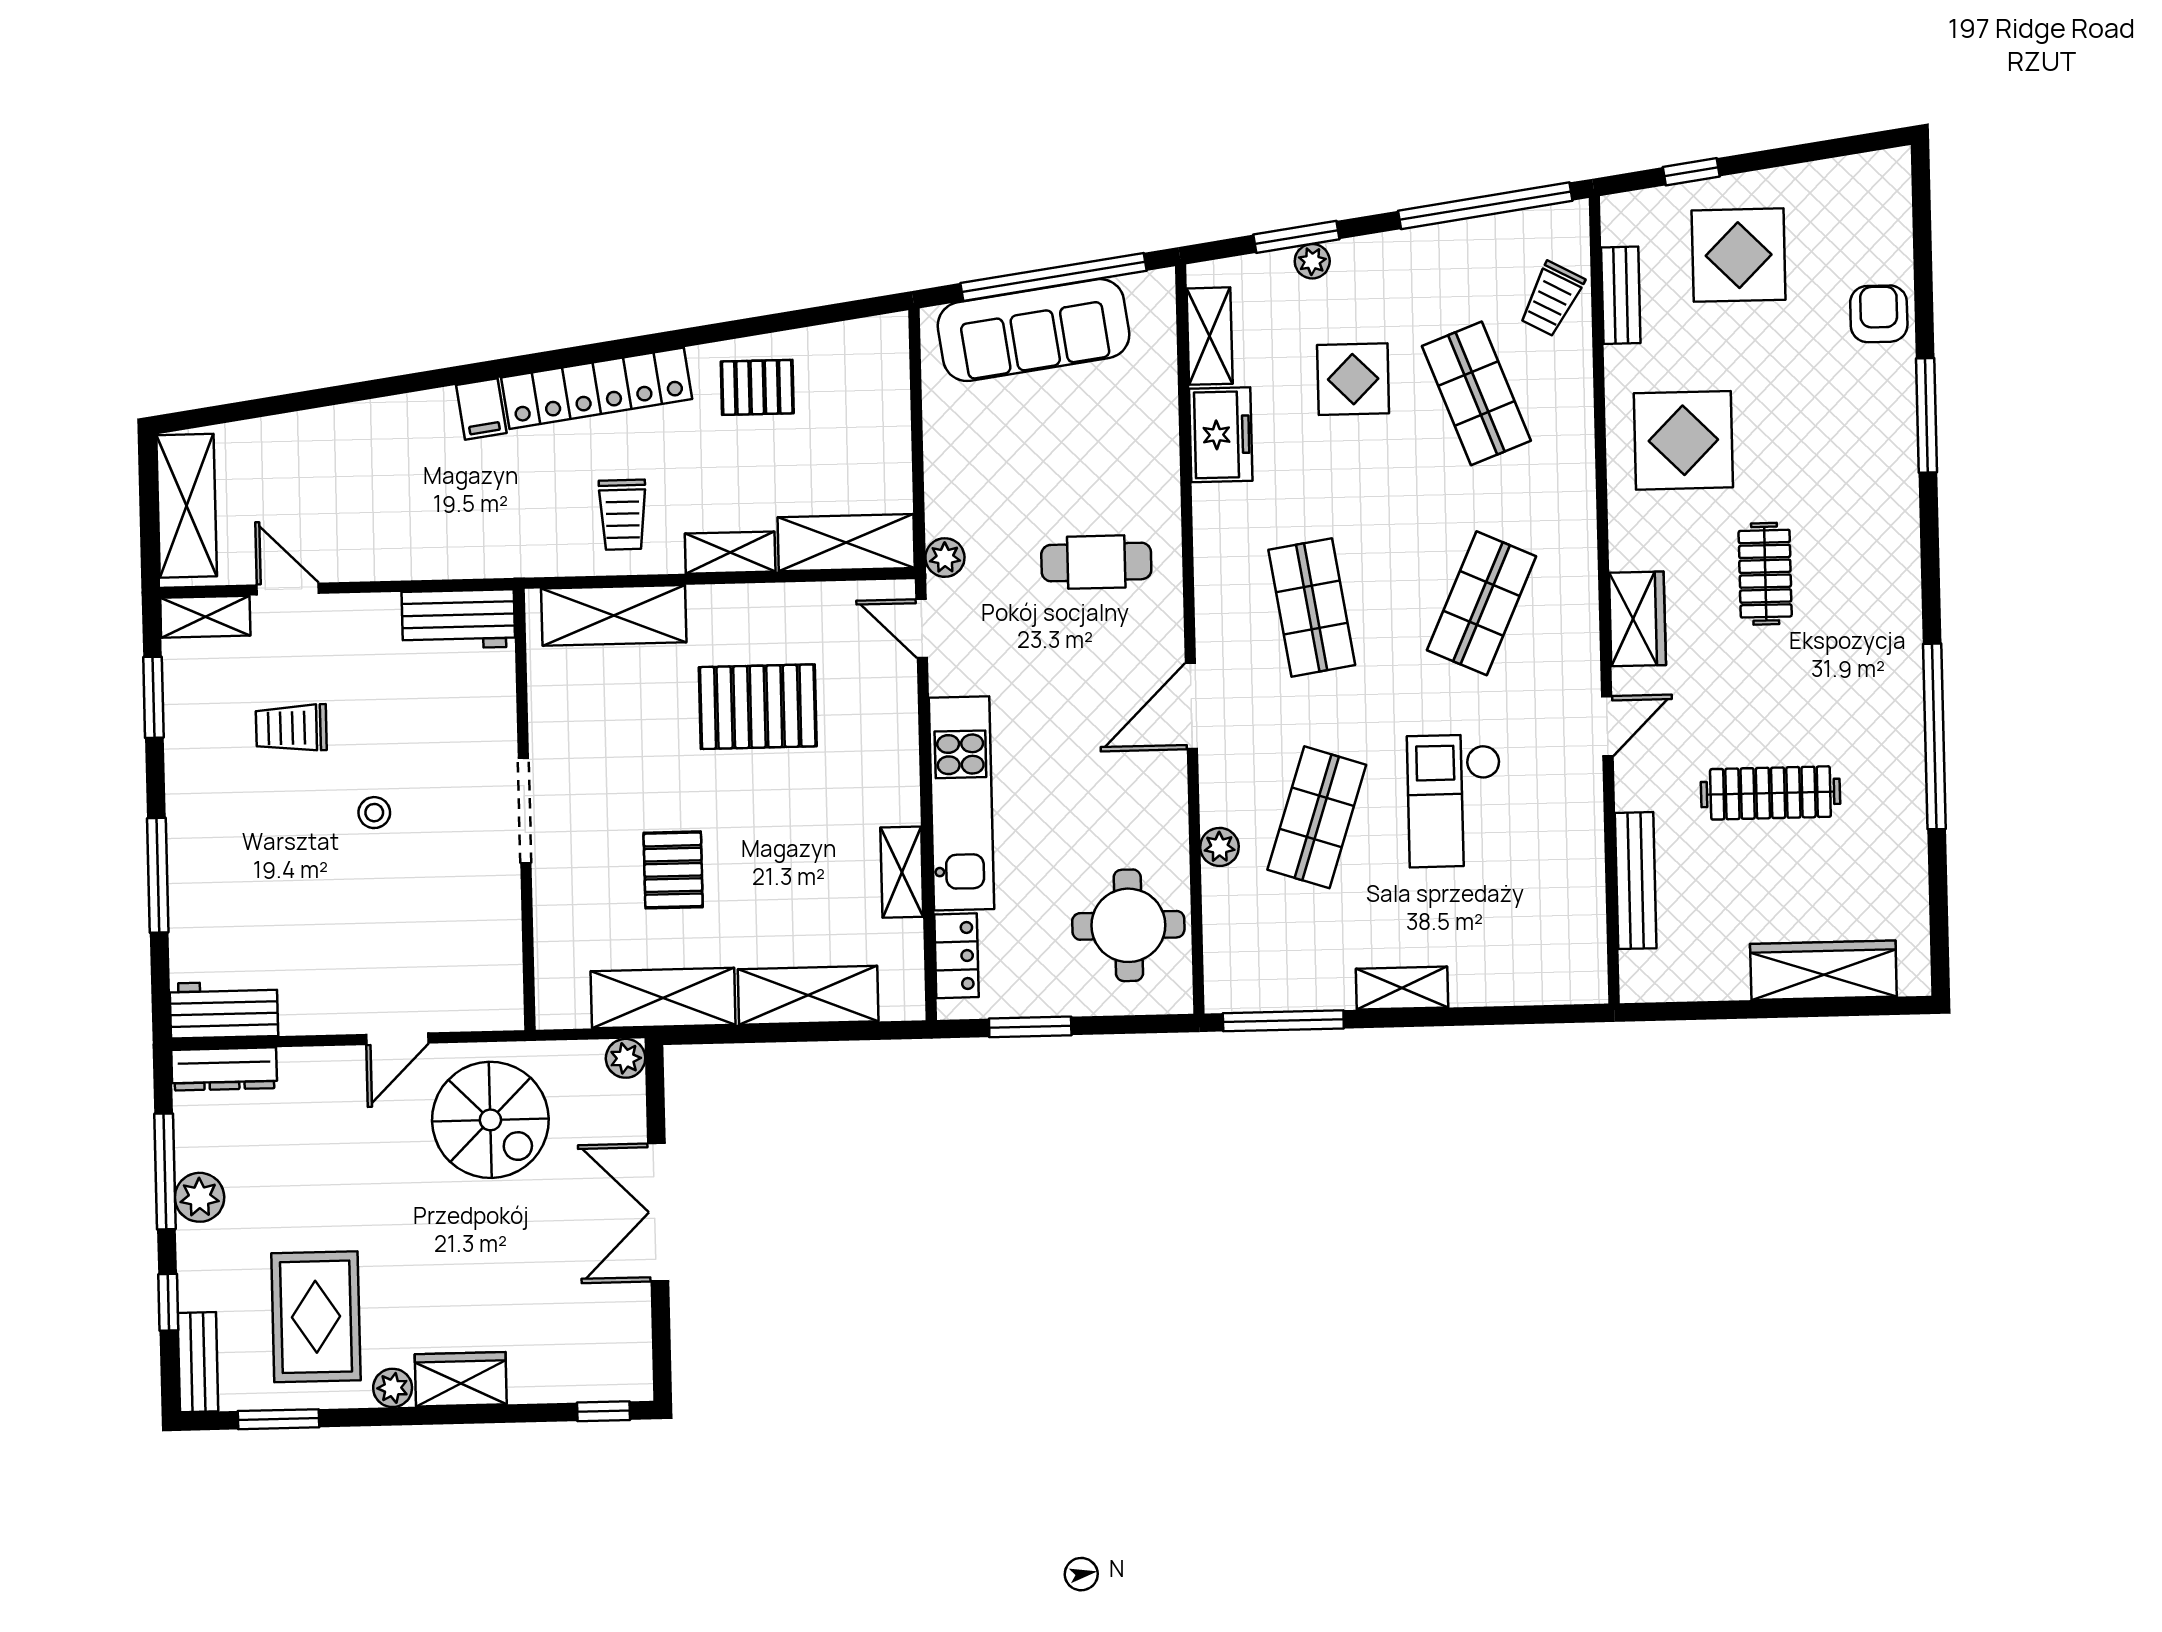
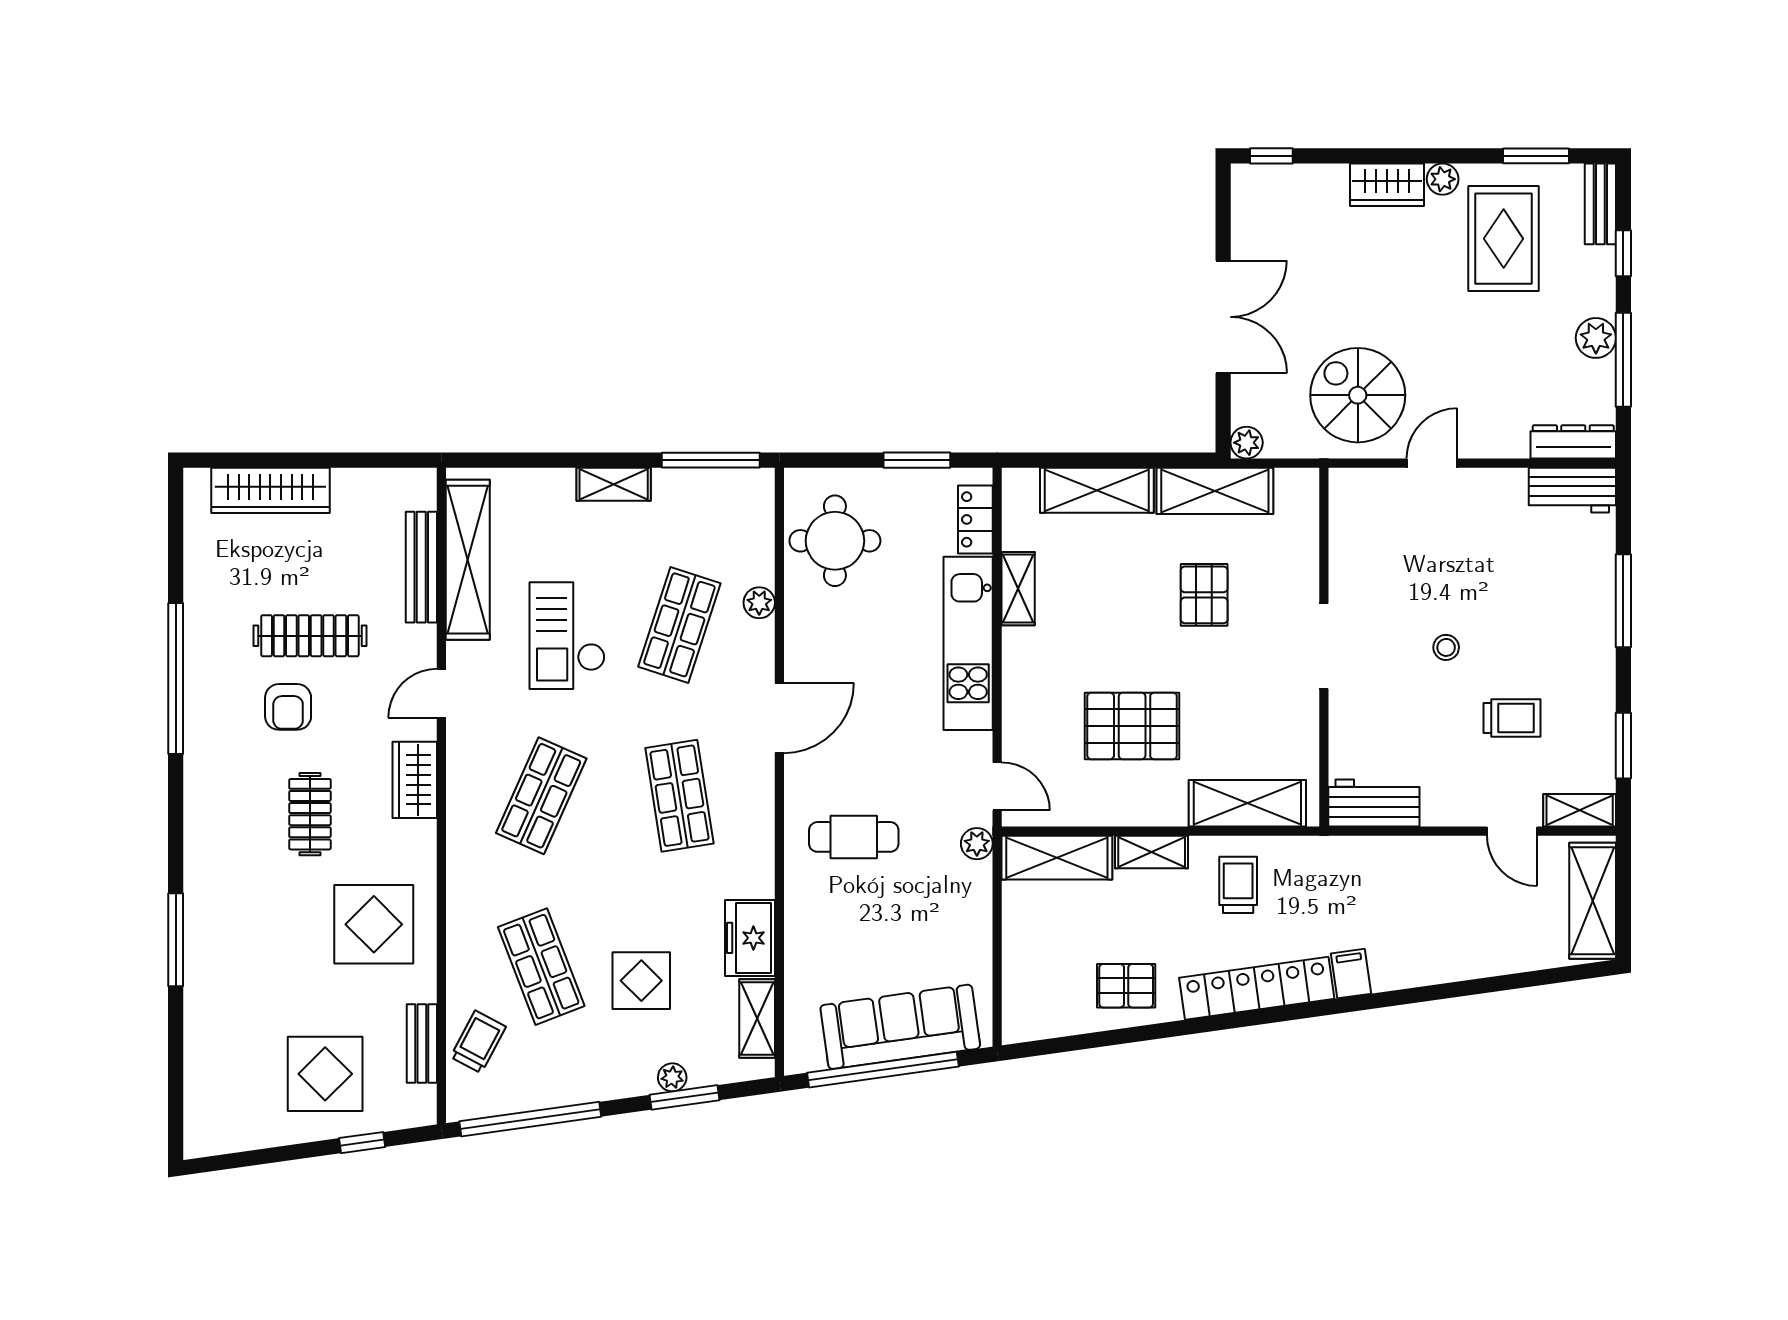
armchair: (1879, 314) -> (288, 707), moved
checkout: (1455, 801) -> (567, 636), turned 180
shelving: (1579, 891) -> (468, 560), added

